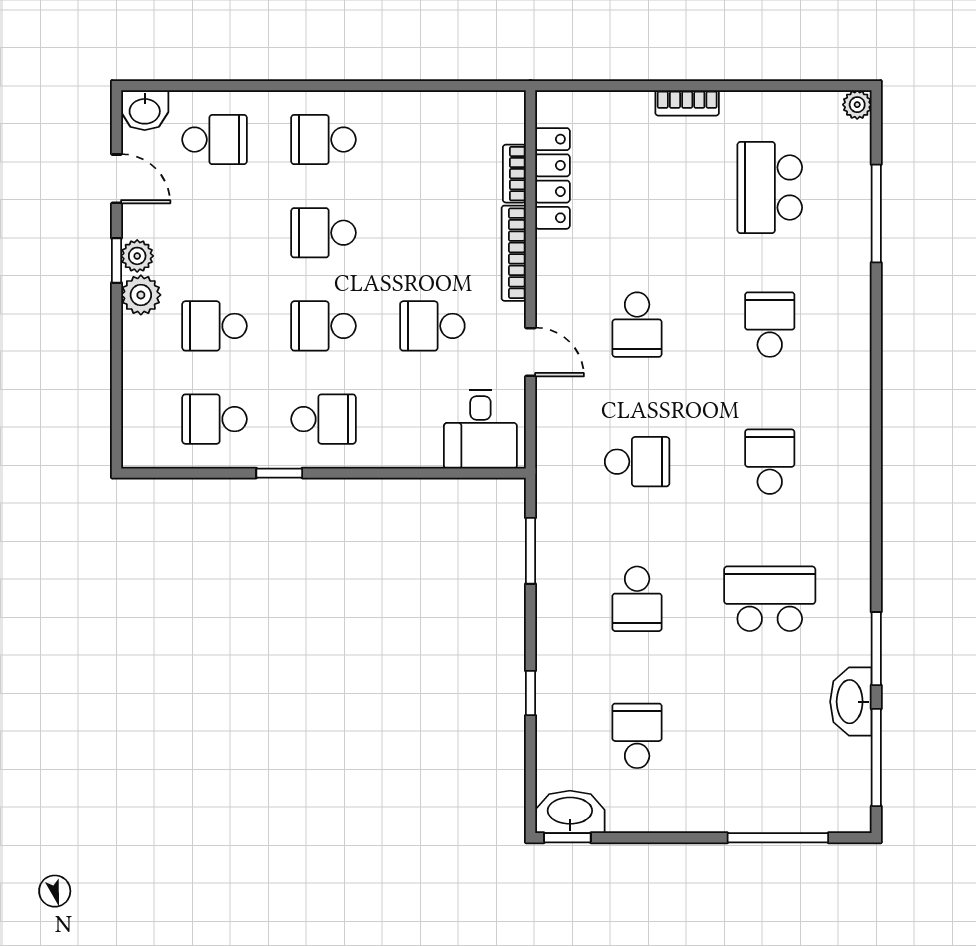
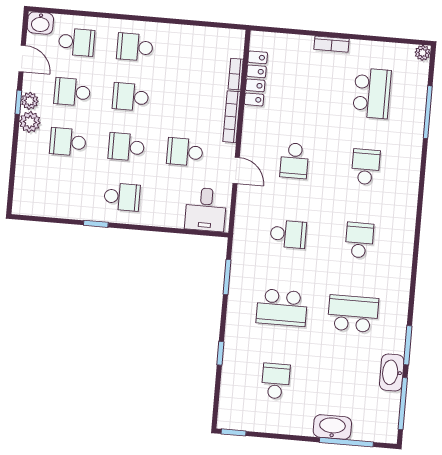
school desk: (770, 187) -> (372, 93), turned 180
school desk: (215, 419) -> (72, 92), moved
school desk: (637, 599) -> (282, 308), width x1.85
washbasin: (570, 812) -> (332, 427), moved

